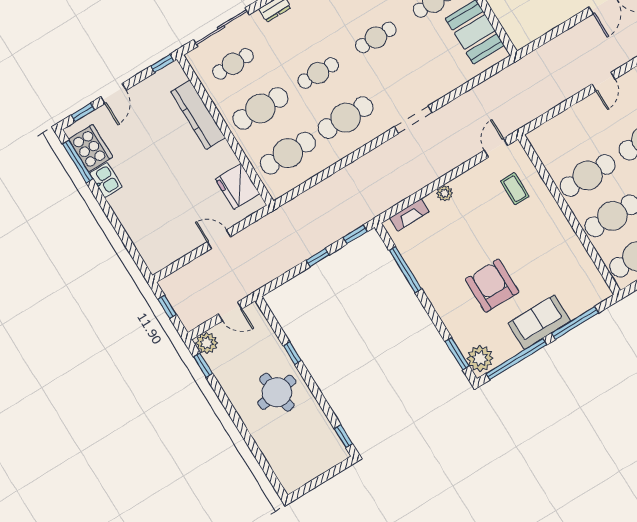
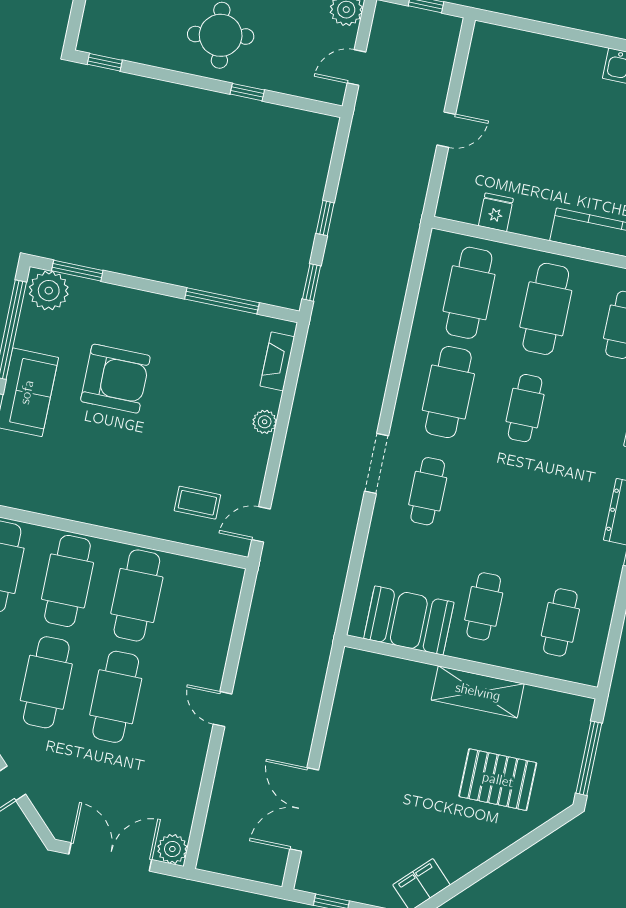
cafe table: (376, 37) -> (428, 491), moved
door: (496, 148) -> (261, 524), swing flipped
fridge: (238, 186) -> (496, 212), width x0.53, depth x0.75

